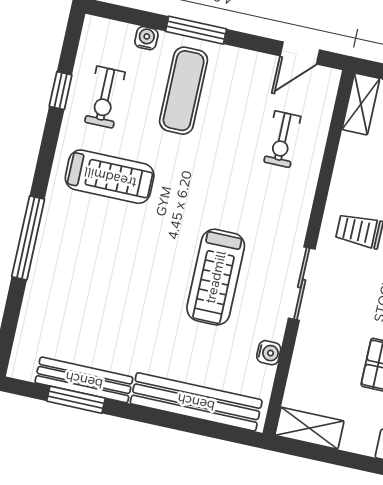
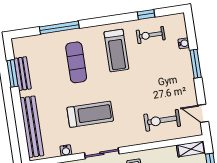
exercise mat: (184, 91) -> (76, 62), moved, turned 90
exercise bike: (282, 139) -> (162, 120), width x1.38, depth x1.39
window: (28, 238) -> (59, 28), moved
treadmill: (216, 277) -> (90, 114), turned 180
bench: (84, 380) -> (23, 74), width x0.73

